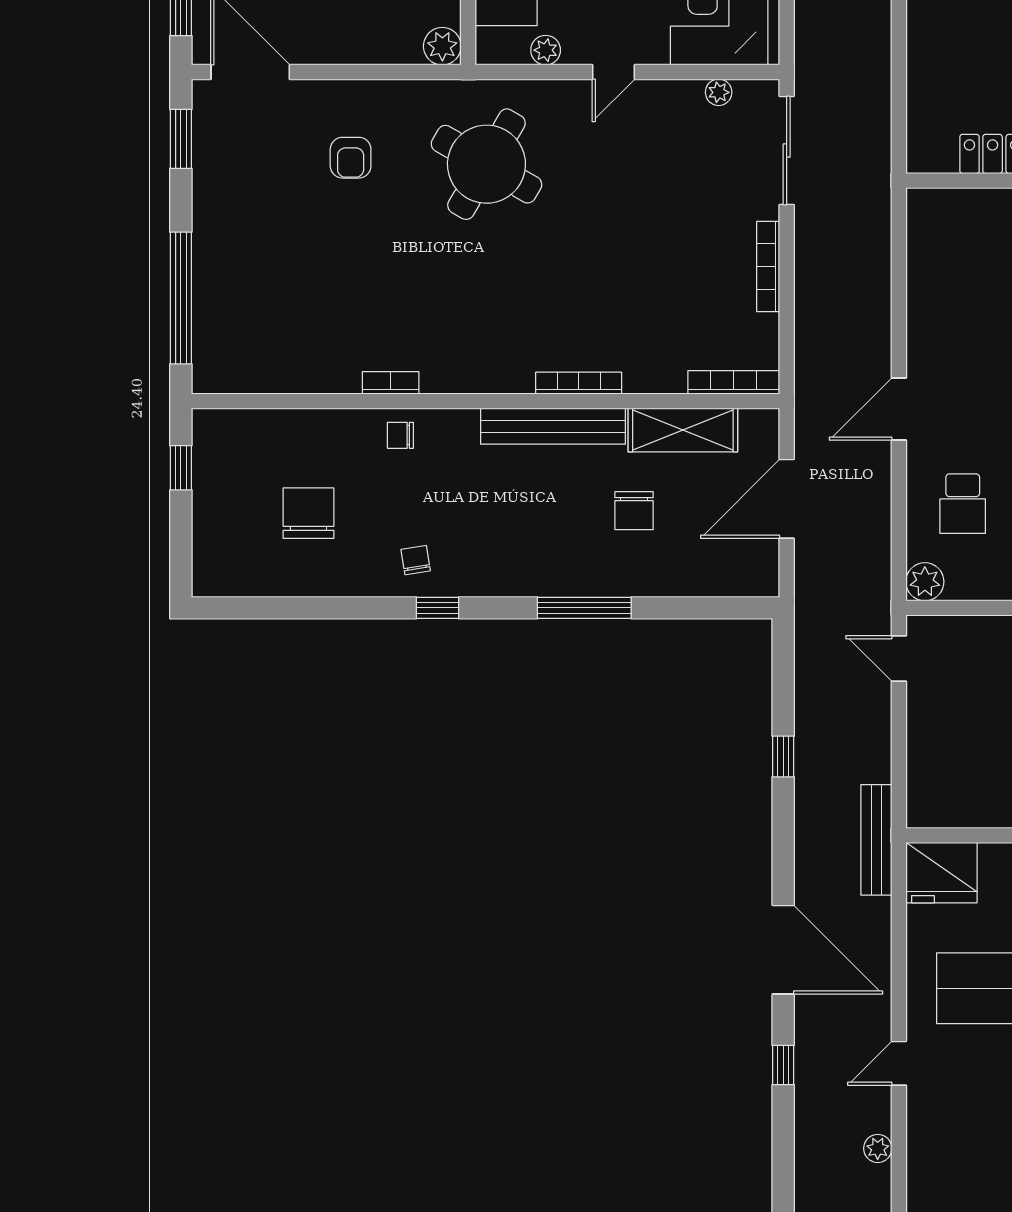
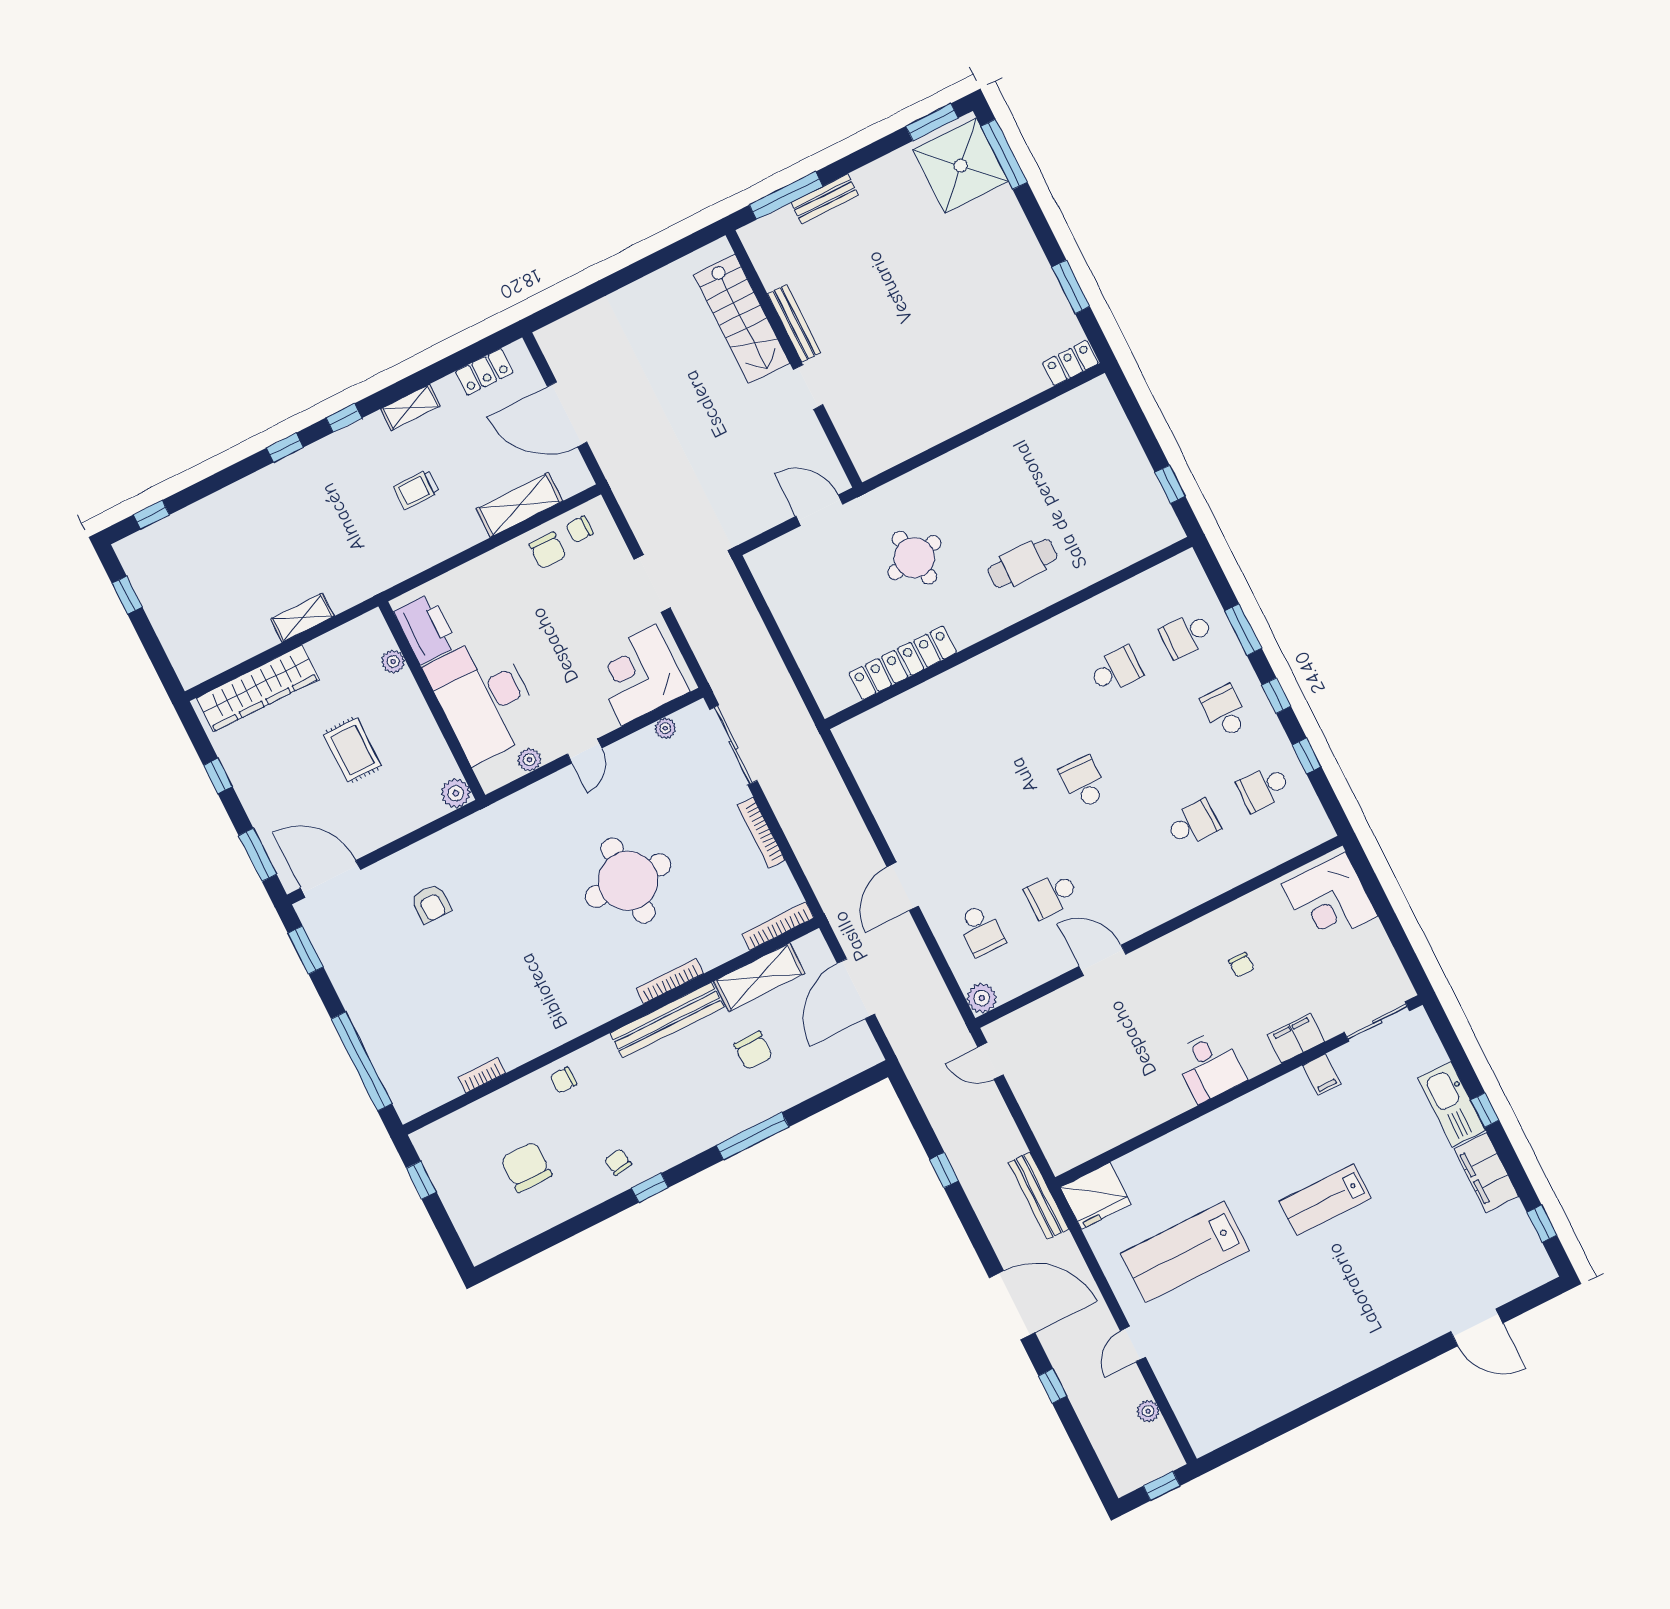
round table: (486, 164) -> (628, 881), moved, turned -30
bookcase: (391, 383) -> (482, 1075), moved

